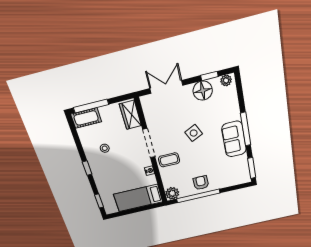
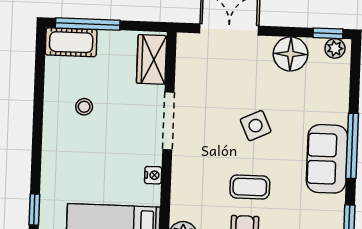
window: (209, 76) -> (328, 33), moved
coffee table: (169, 160) -> (250, 187), moved
window: (87, 168) -> (37, 135), removed

